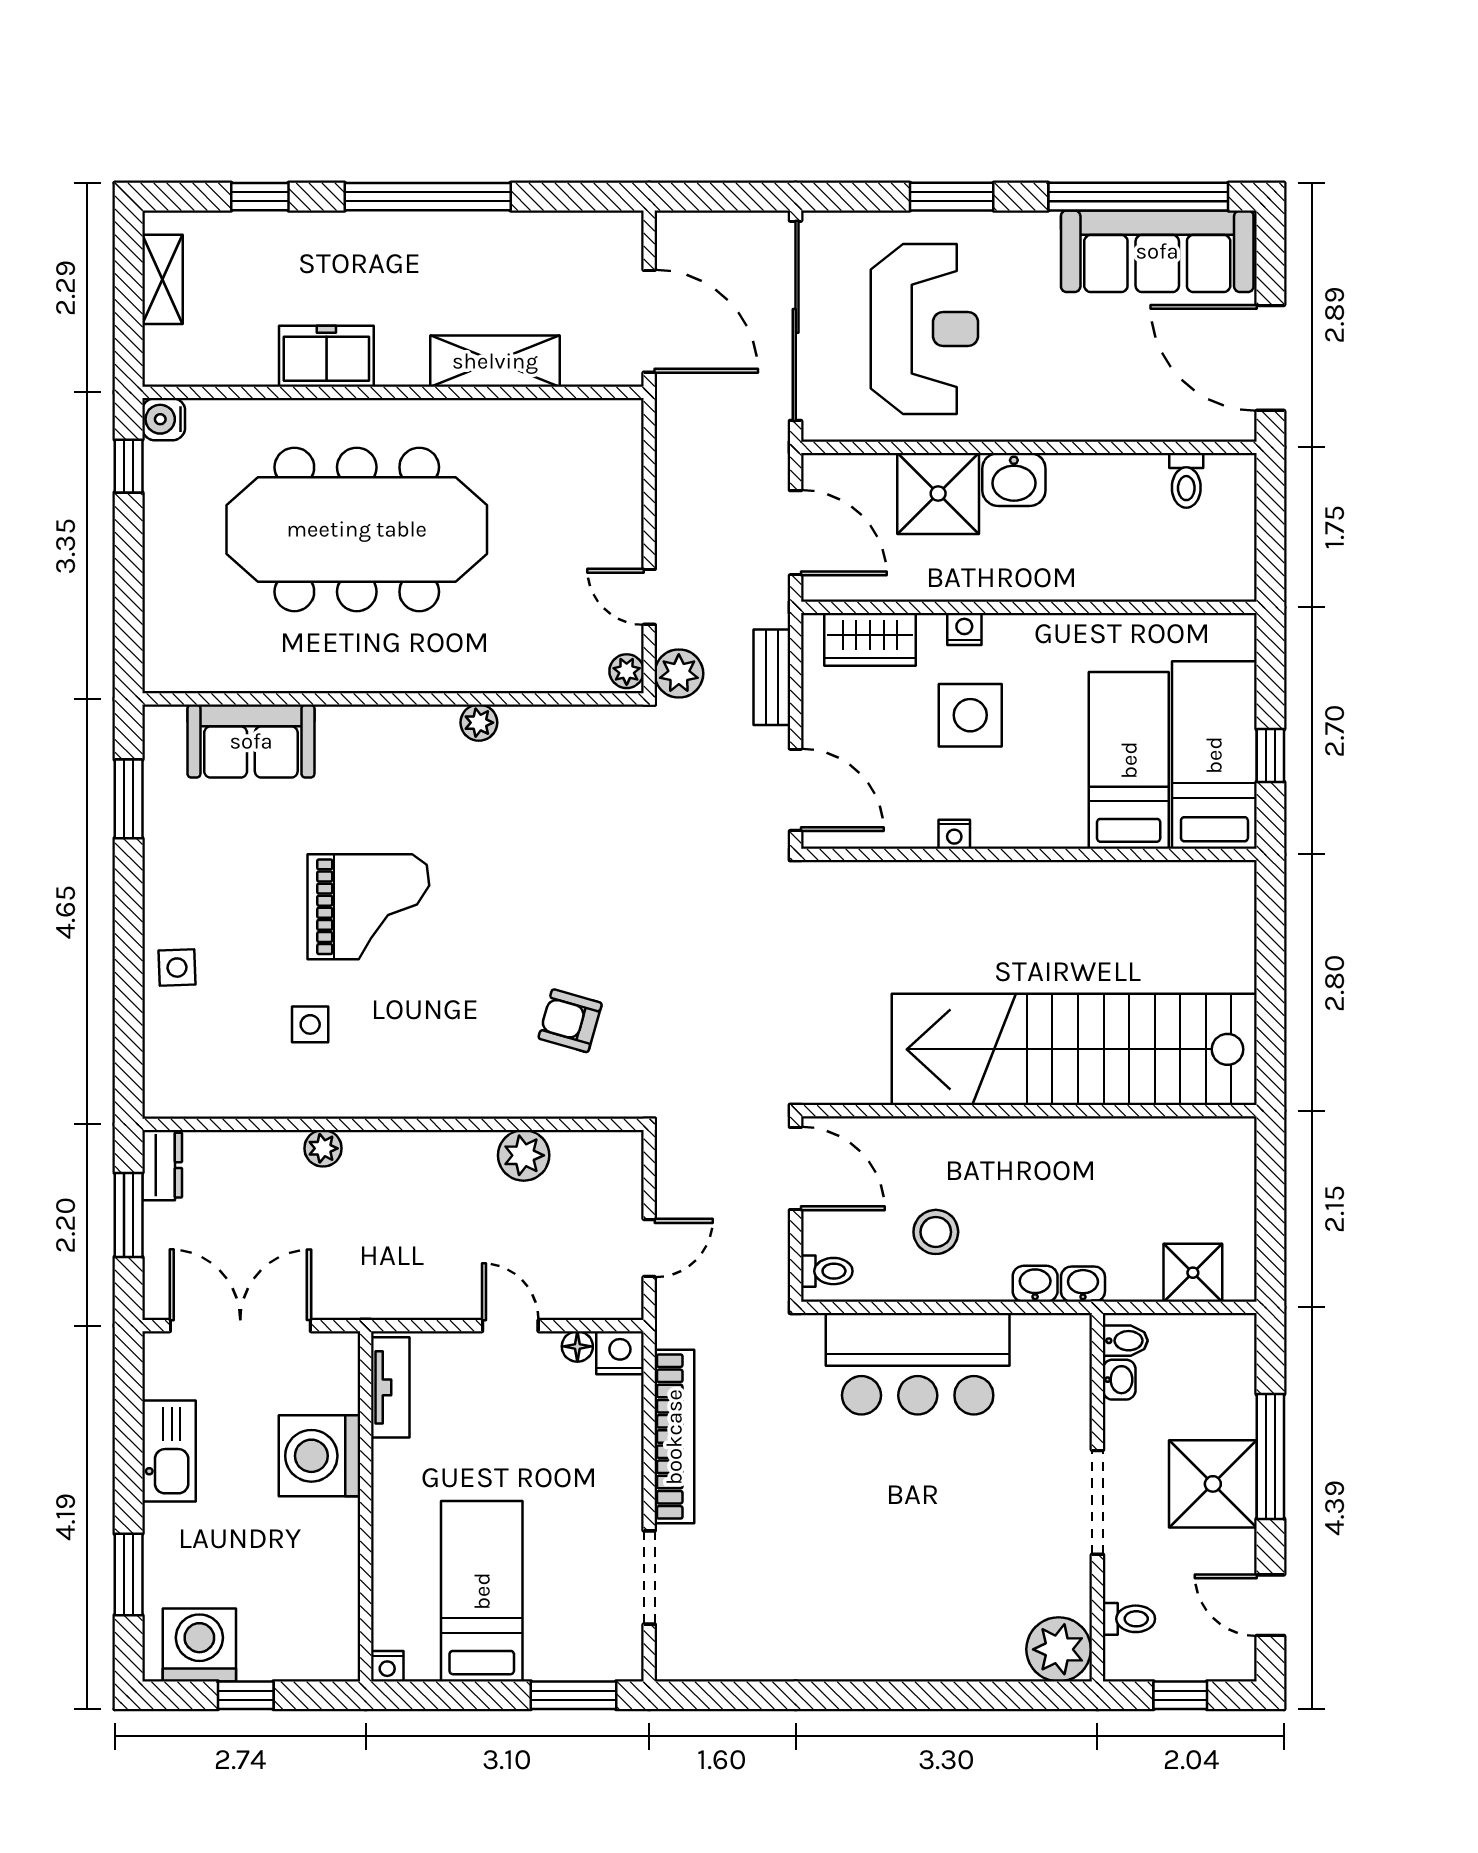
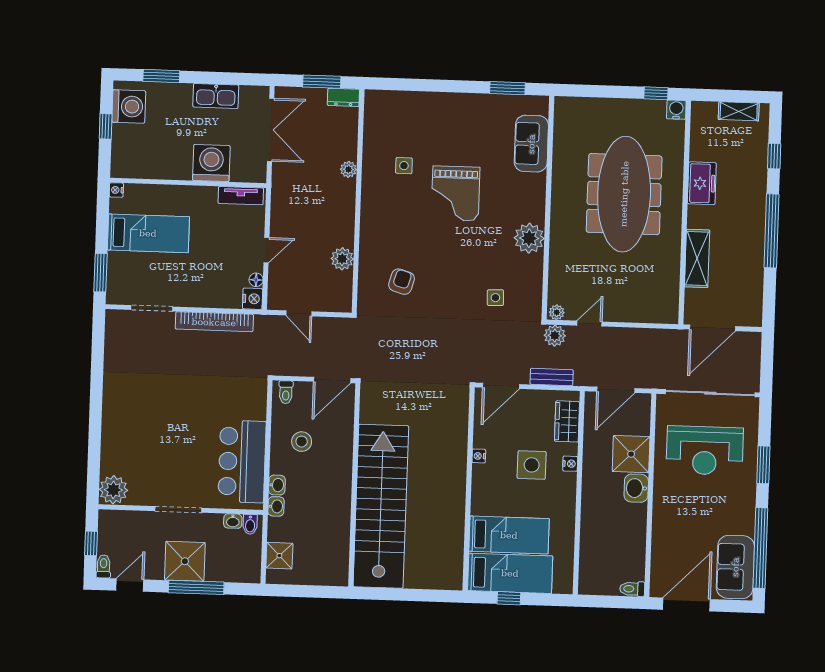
sofa: (1157, 251) -> (735, 567), width x0.73
toilet: (1186, 480) -> (632, 589), moved
plant: (479, 723) -> (529, 238), width x1.88, depth x1.88
side table: (177, 968) -> (495, 298), moved
bar counter: (918, 1364) -> (242, 461), moved
toilet: (1129, 1619) -> (104, 566), moved, turned 180

